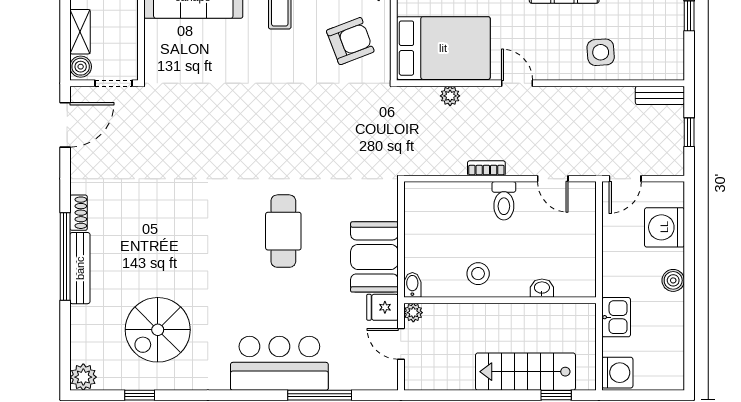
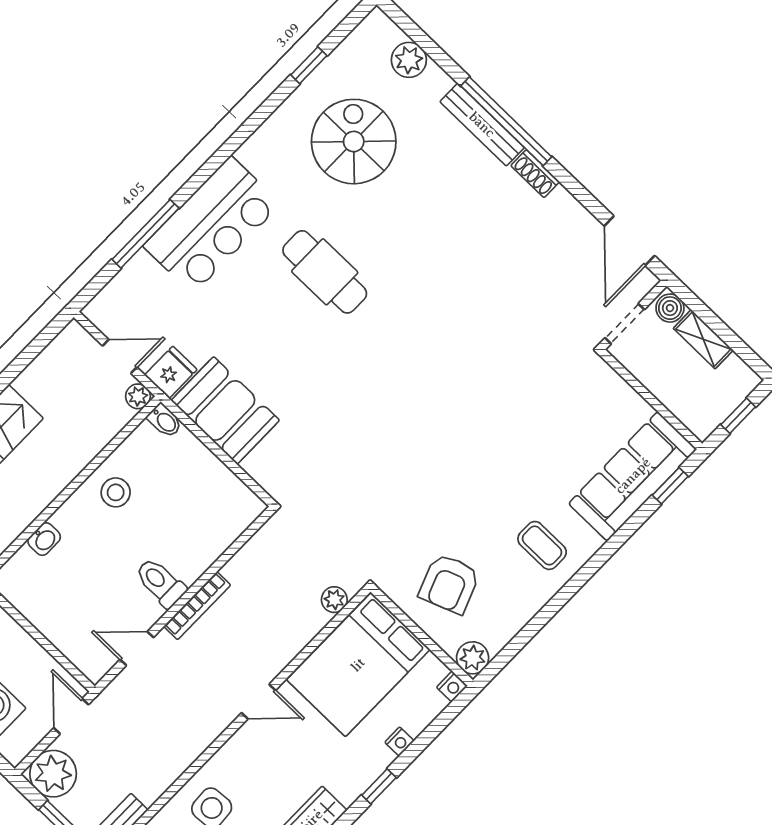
plant: (450, 96) -> (334, 600), moved
plant: (666, 158) -> (53, 774), added
bookcase: (486, 168) -> (197, 606), width x1.56
cafe table: (283, 231) -> (325, 272), moved
plant: (83, 377) -> (409, 60), moved

